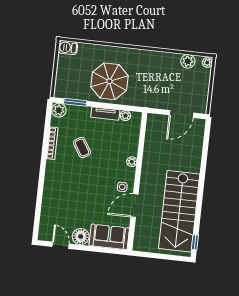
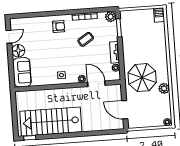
plant: (188, 61) -> (164, 88), moved
parasol: (109, 81) -> (142, 78), moved
armchair: (59, 179) -> (59, 26), added
door: (135, 206) -> (96, 84), moved

